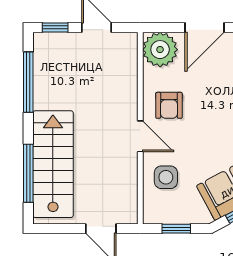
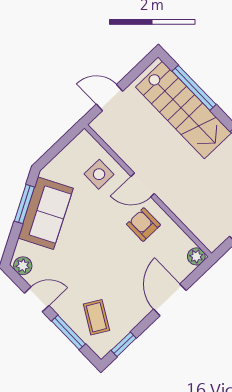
plant: (160, 50) -> (196, 256), width x0.53, depth x0.53
window: (176, 229) -> (59, 146), removed

